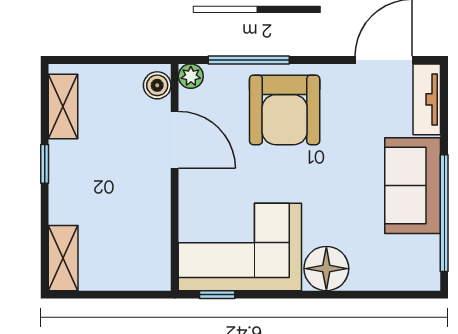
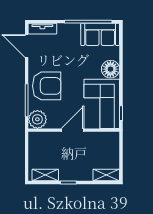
plant: (191, 76) -> (37, 119), width x1.87, depth x1.87
boiler: (157, 85) -> (37, 137), removed
door: (175, 140) -> (72, 130), moved
sofa: (413, 186) -> (100, 34), moved

